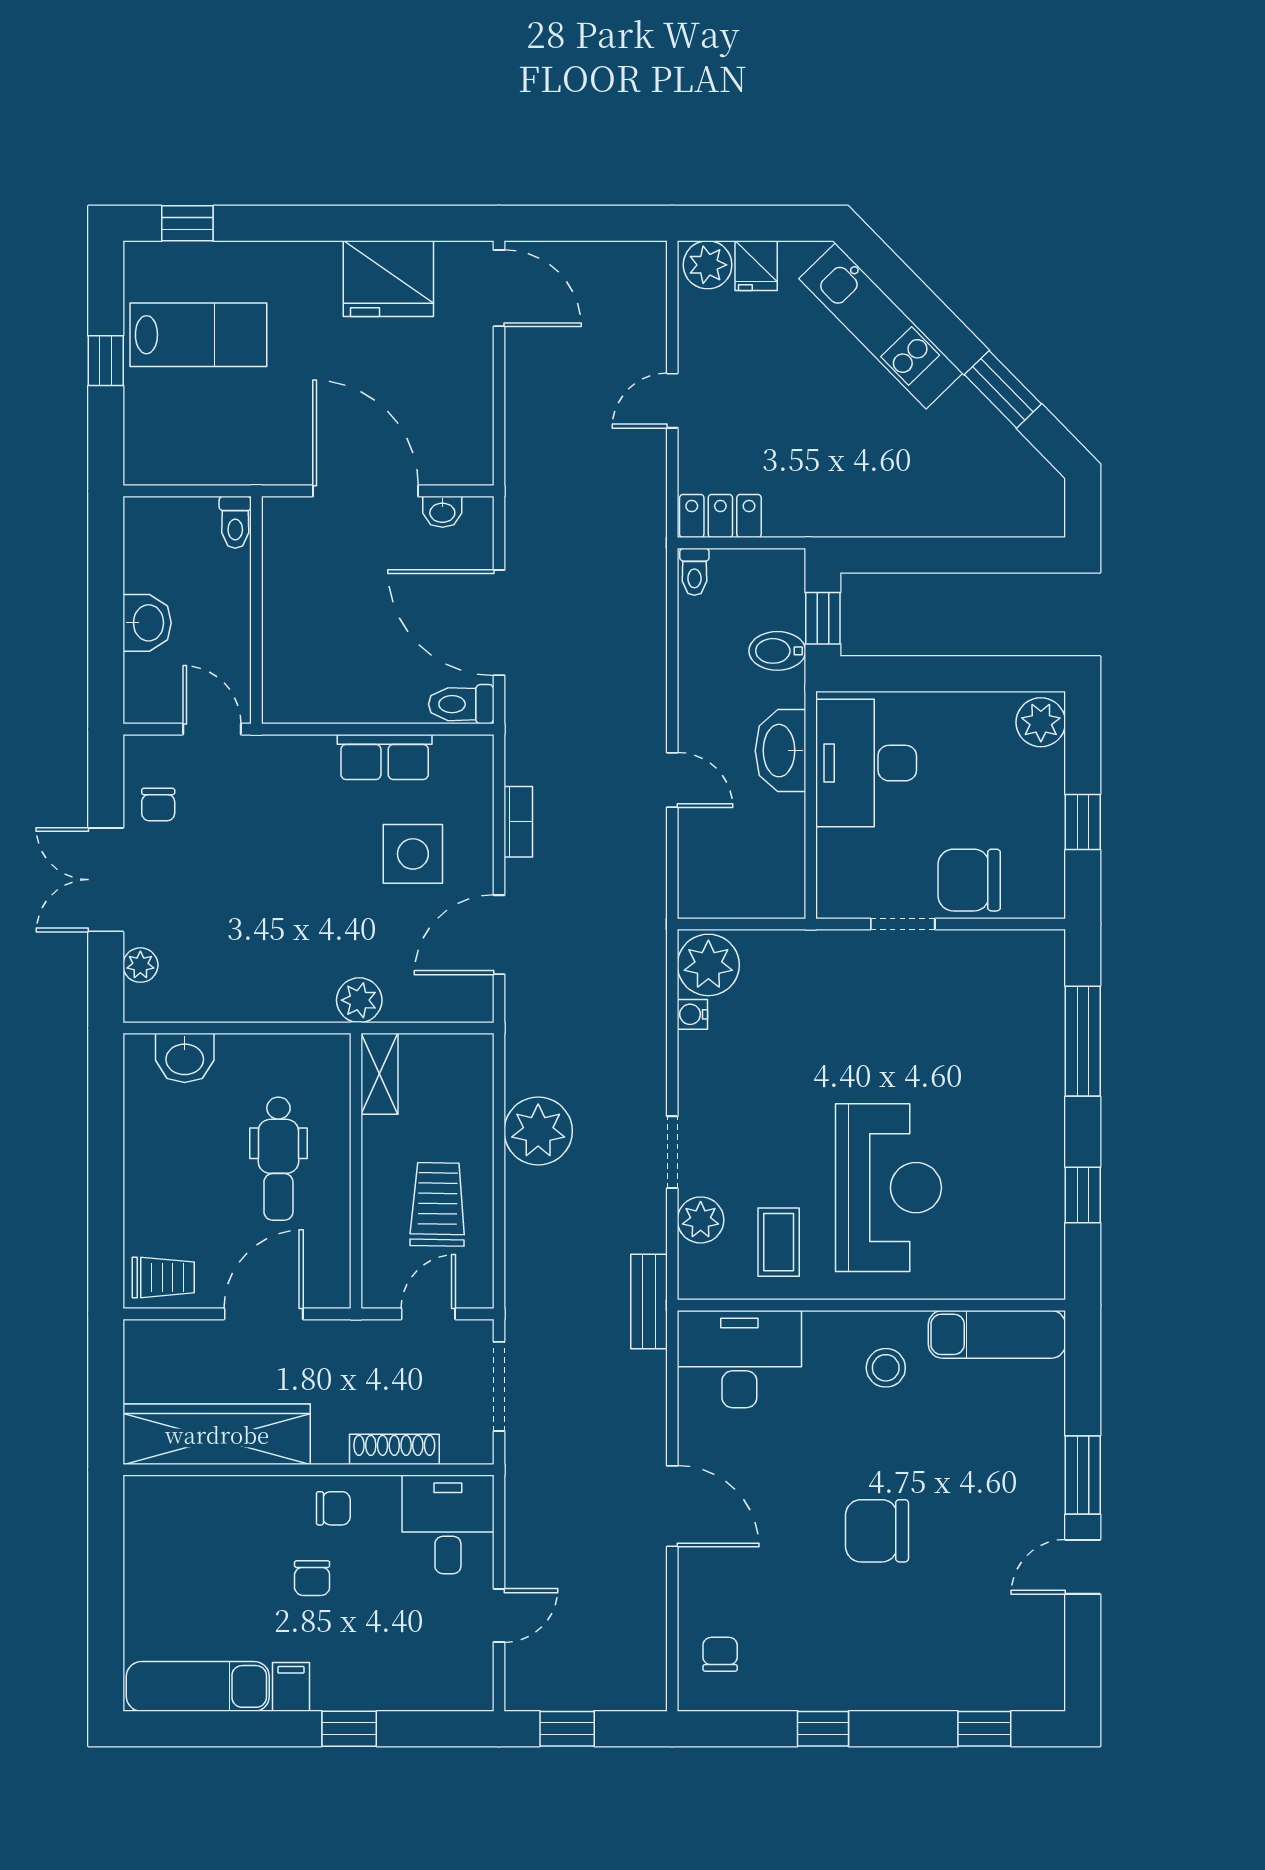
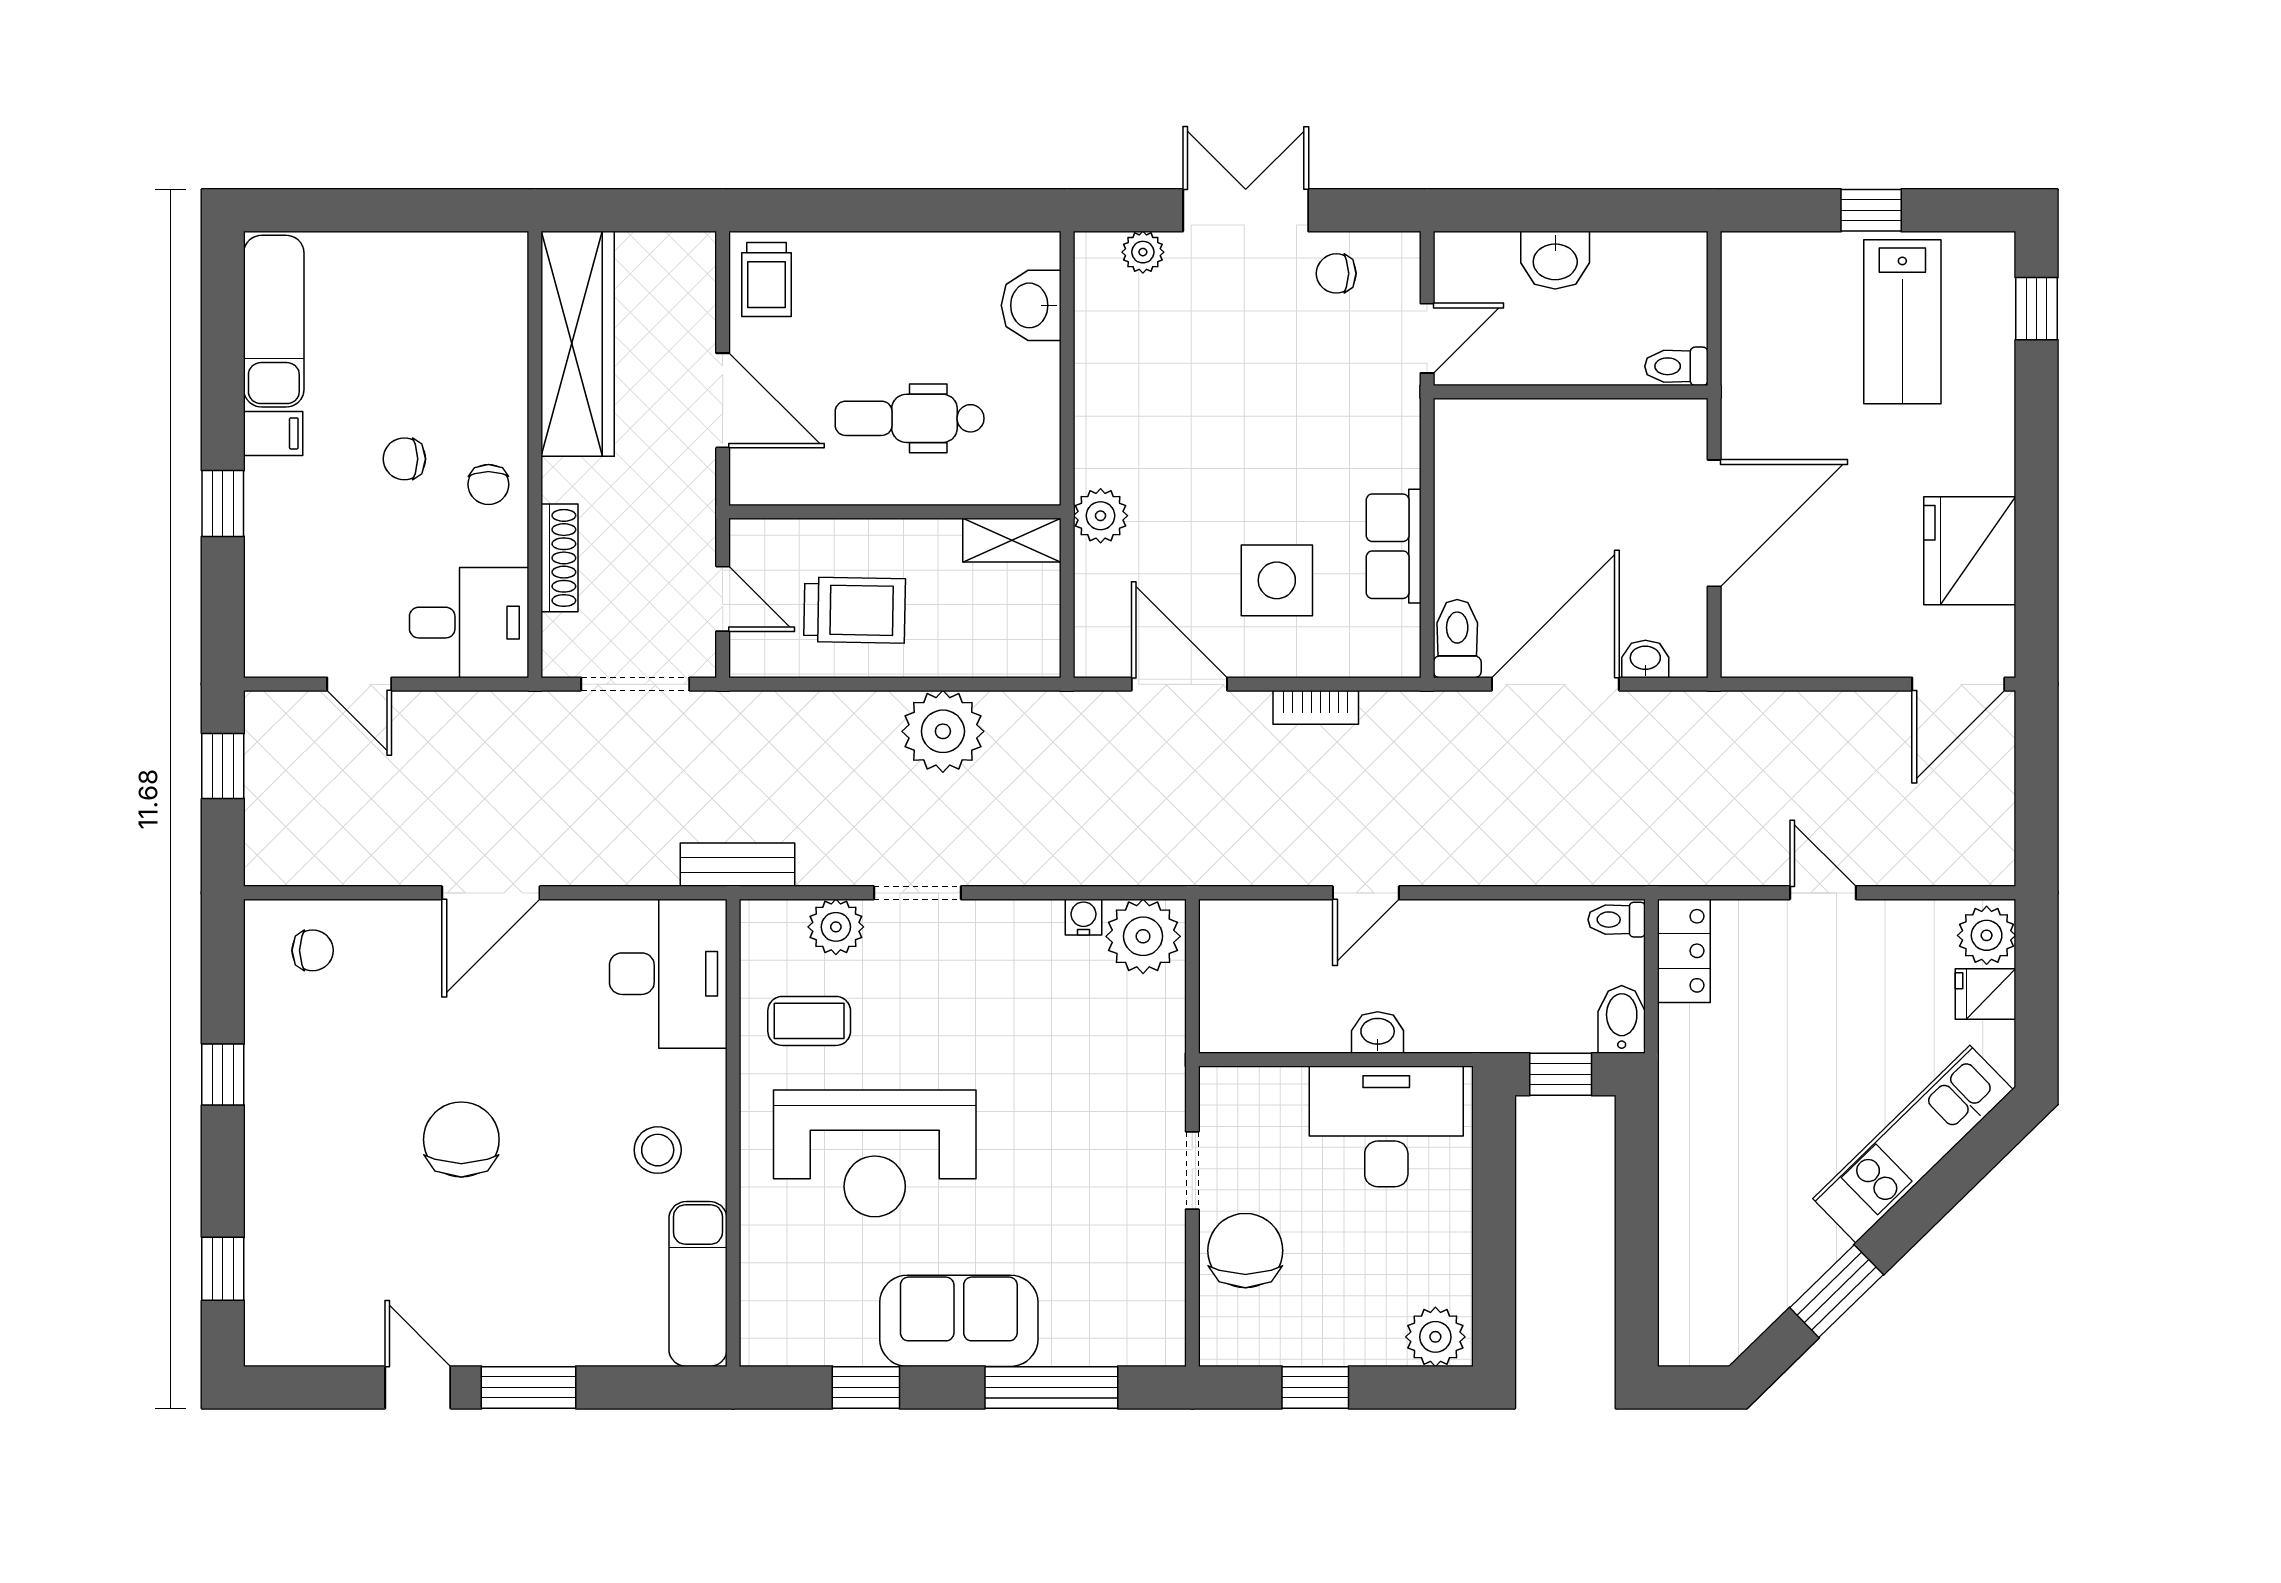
washbasin: (442, 512) -> (1645, 659), moved, turned 90
bidet: (777, 651) -> (1622, 1019), moved
washbasin: (780, 751) -> (1378, 1033), width x0.52, depth x0.69
sofa: (1028, 1118) -> (959, 1321), added

